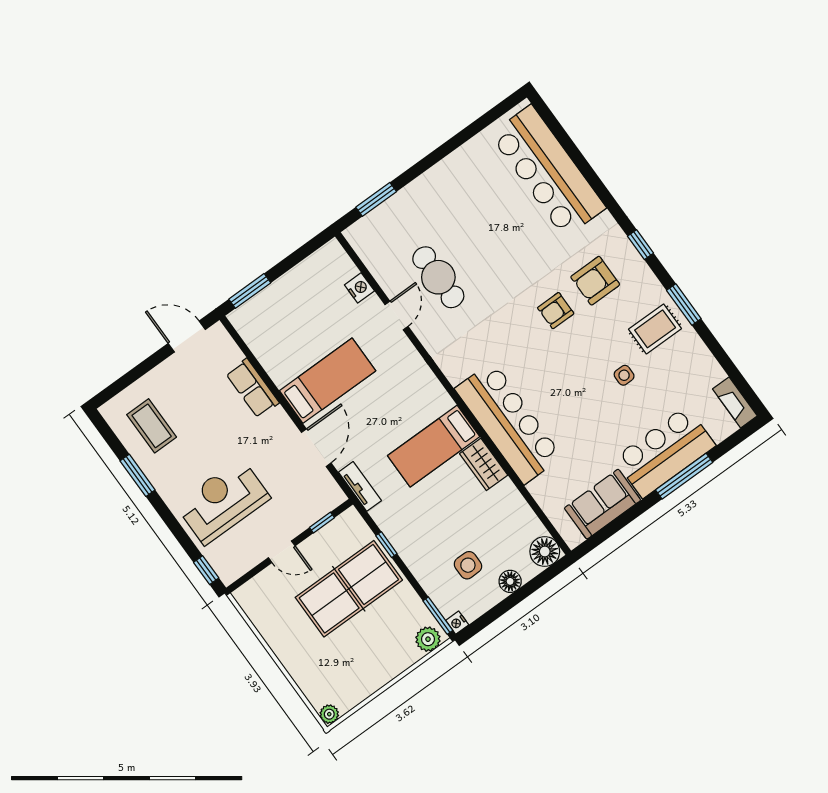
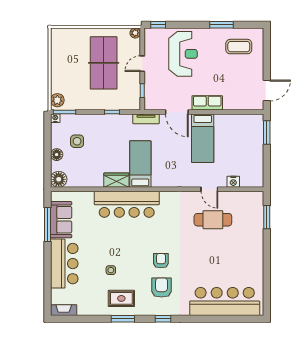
rug: (655, 329) -> (121, 298), turned 90
row of seats: (252, 388) -> (207, 103), moved
window: (684, 476) -> (47, 224), moved
table tennis table: (349, 589) -> (104, 63), moved
plant: (329, 714) -> (135, 33), moved

